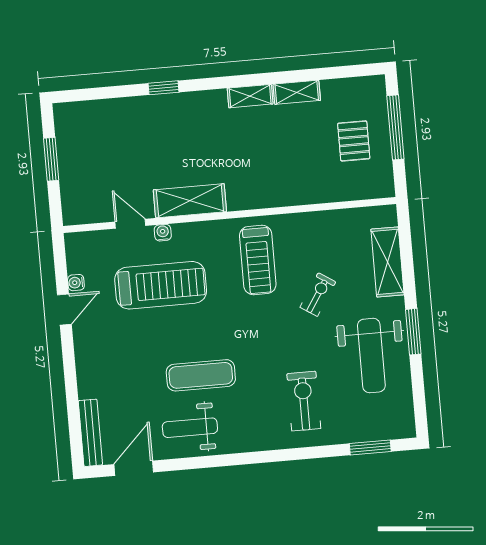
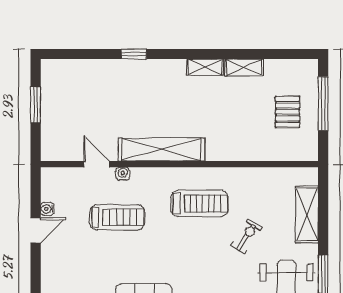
shelving: (190, 201) -> (161, 149), width x1.47
treadmill: (258, 260) -> (199, 203), turned -90
treadmill: (161, 285) -> (117, 217), width x0.73, depth x0.73

